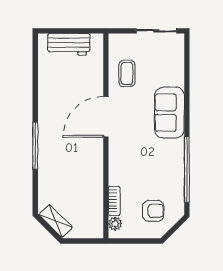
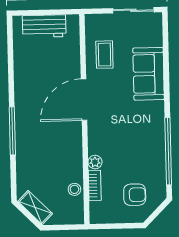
sofa: (169, 113) -> (149, 74), moved
stool: (94, 204) -> (74, 189), added
plant: (115, 224) -> (95, 162), moved

